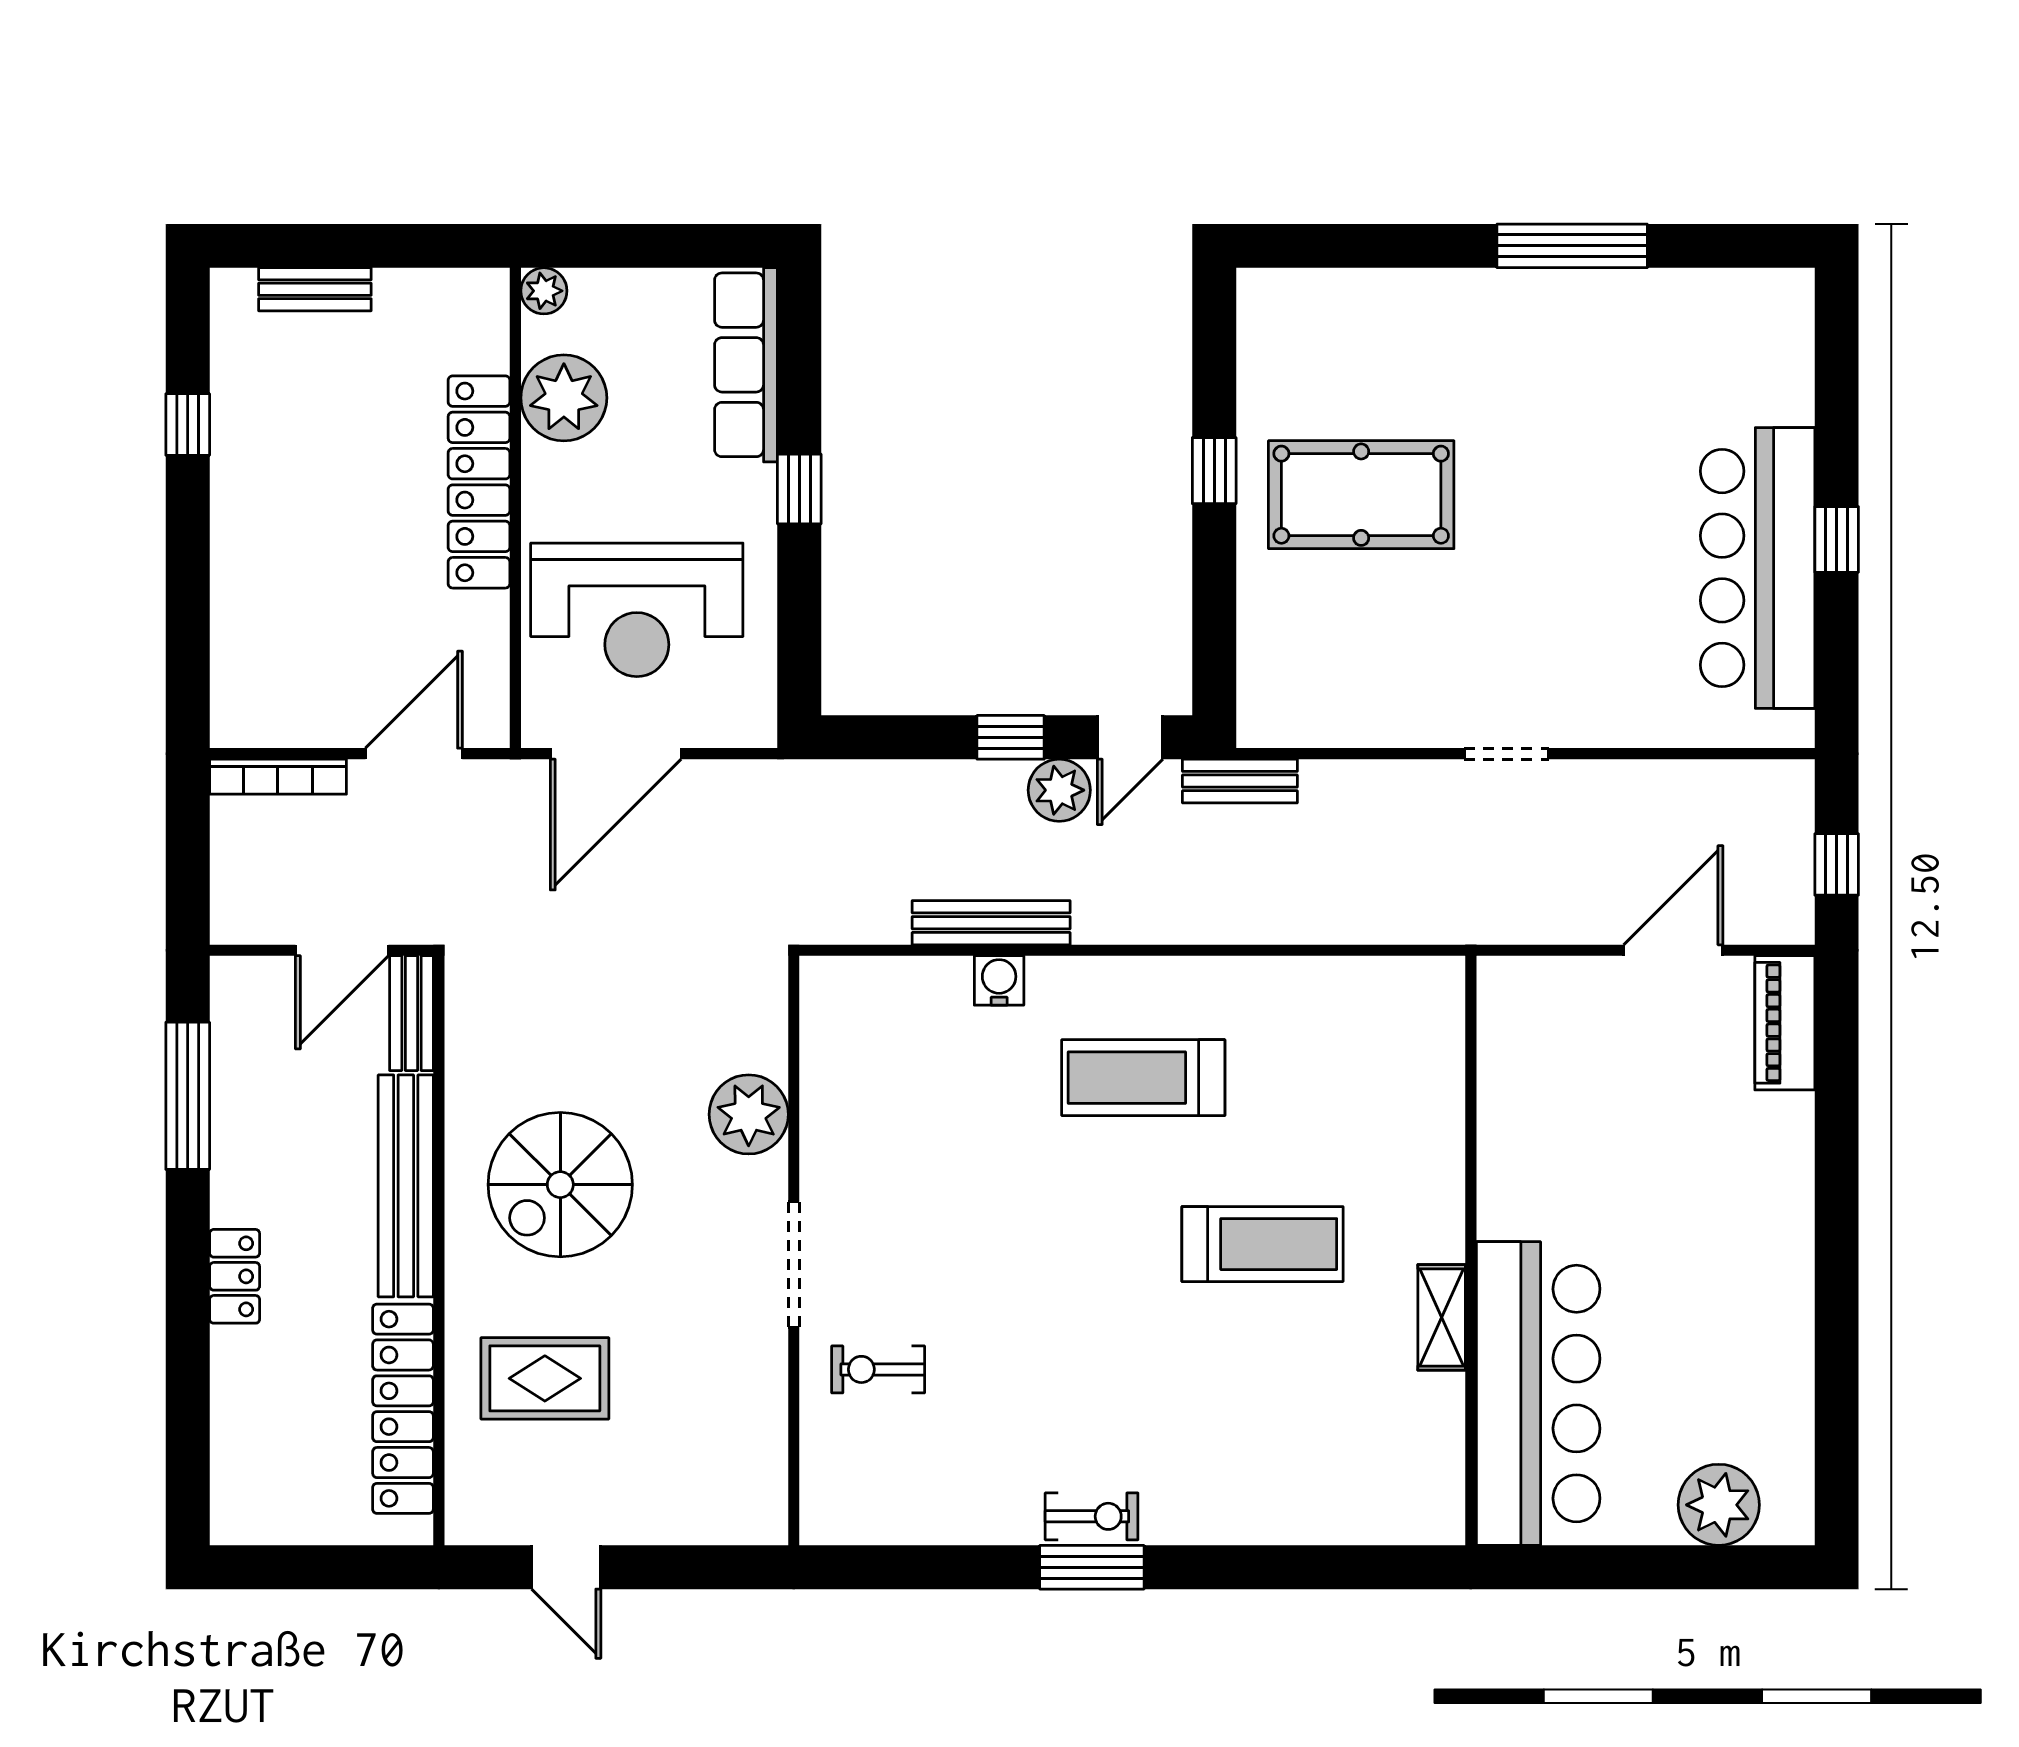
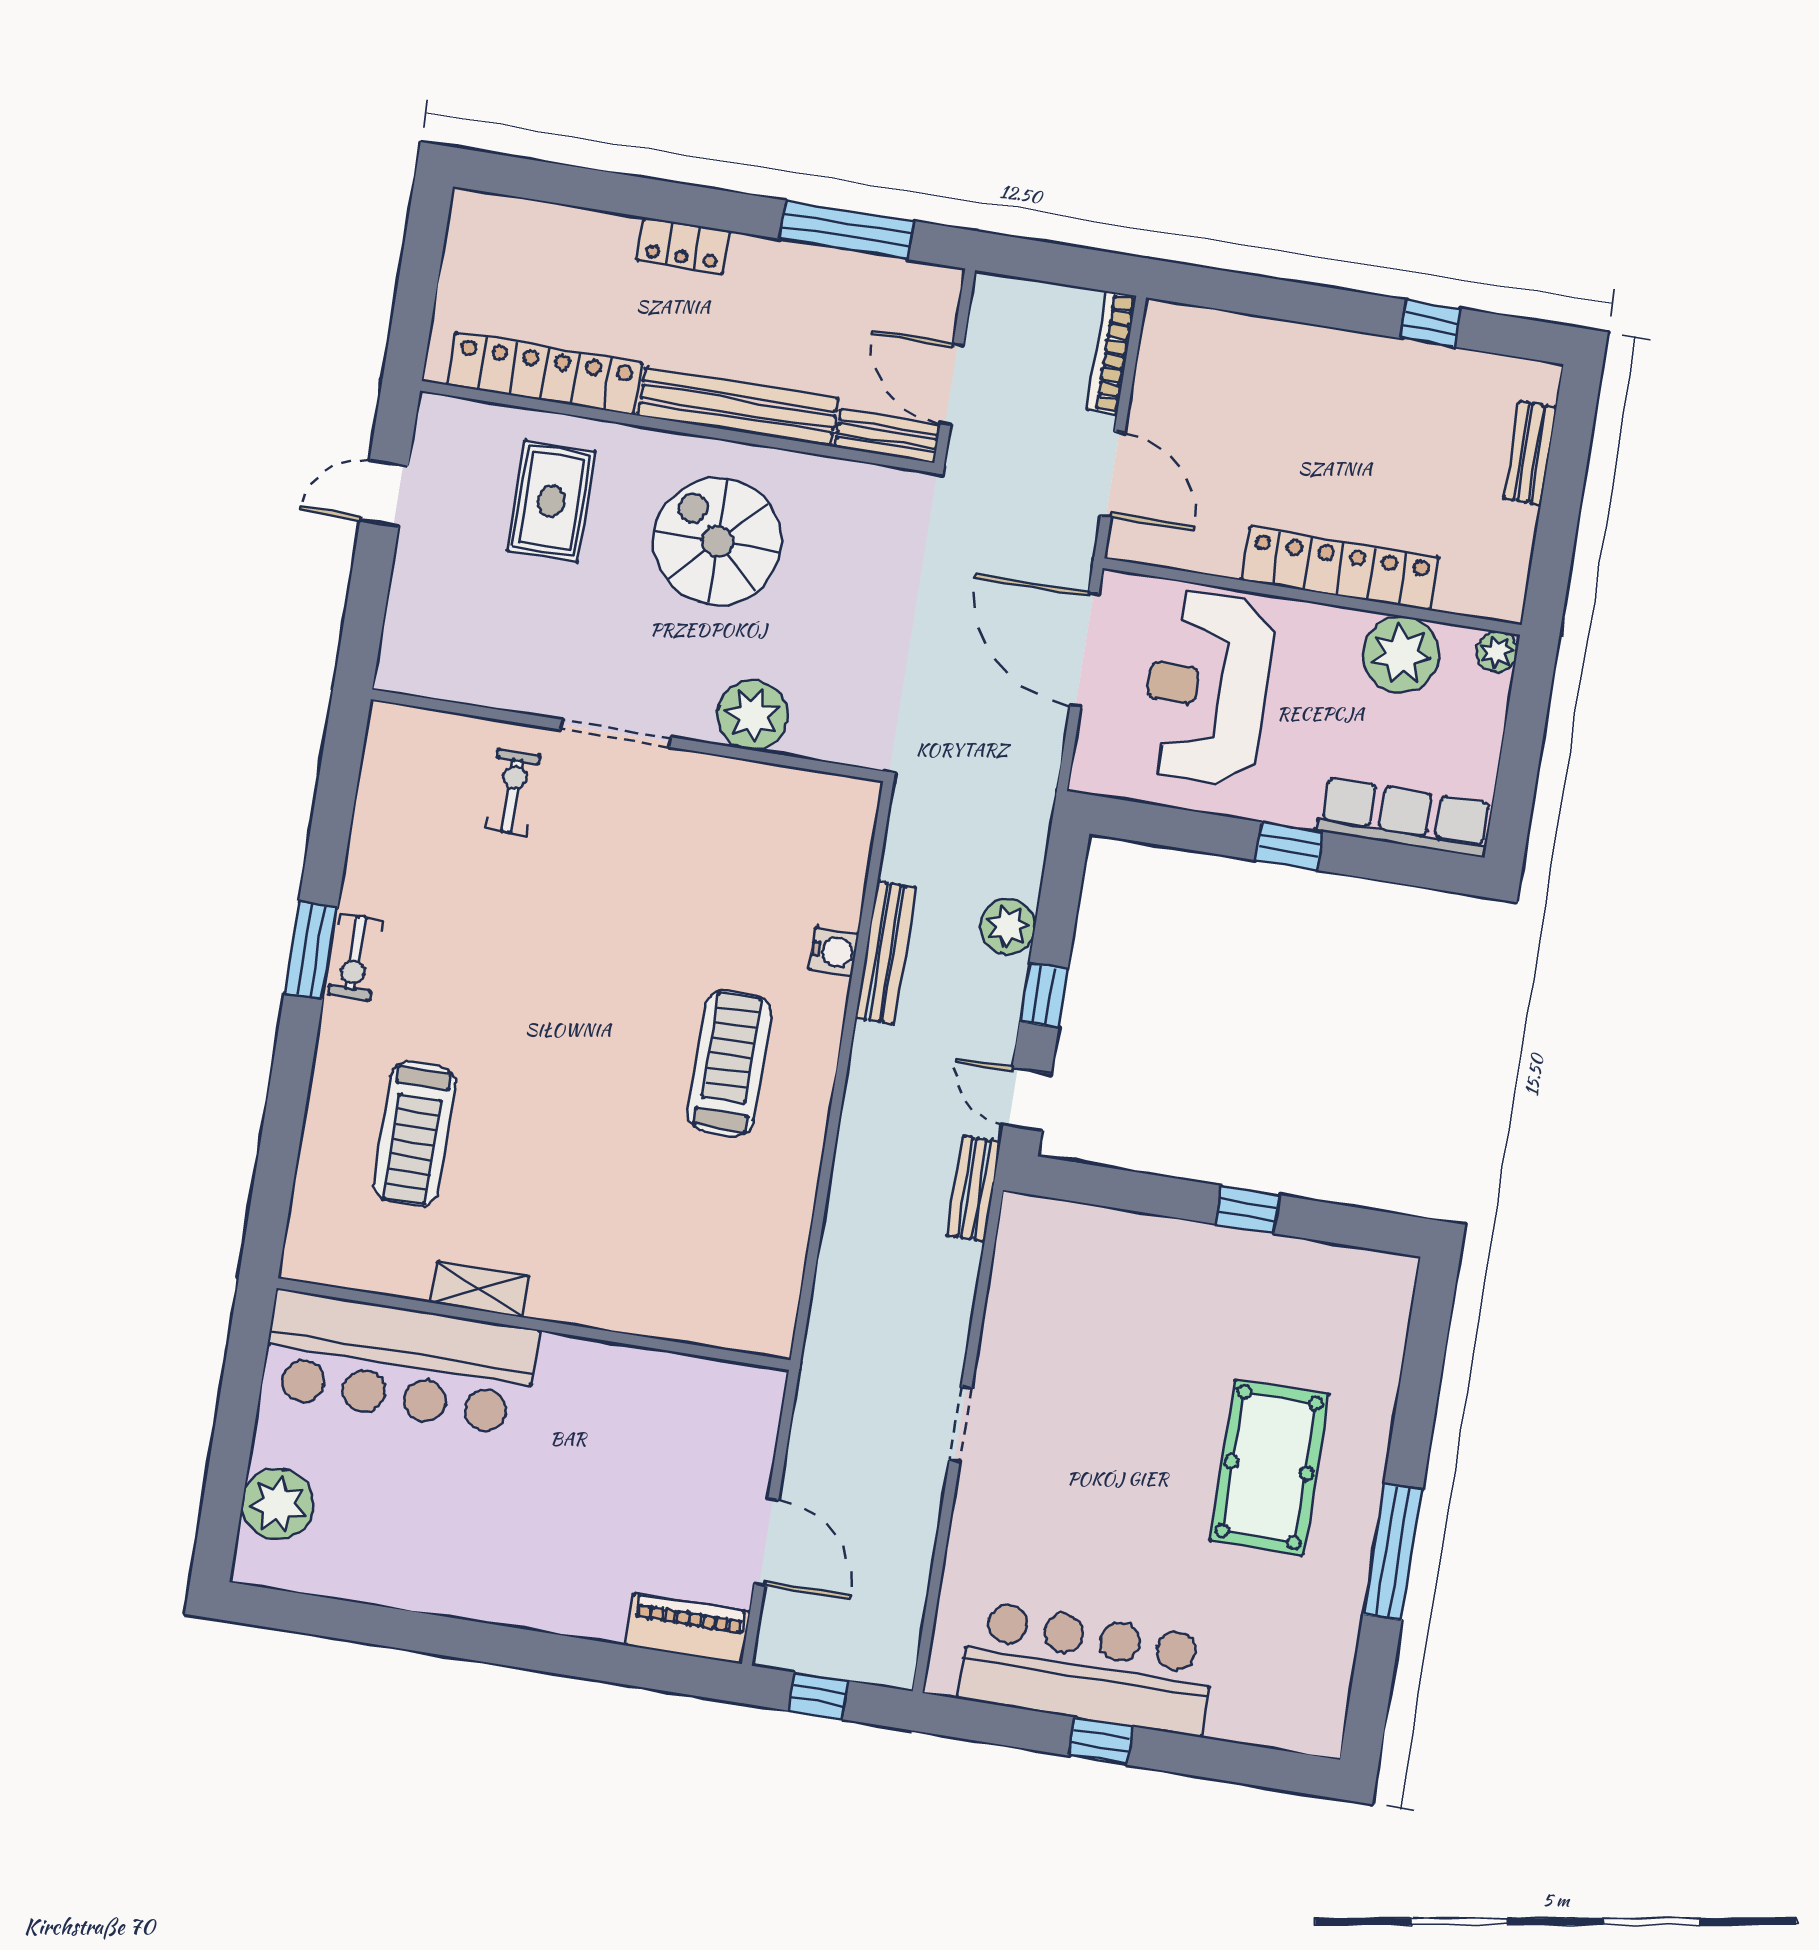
pool table: (1361, 495) -> (1269, 1467), moved
plant: (1059, 790) -> (1008, 926), moved
treadmill: (1263, 1244) -> (415, 1134), moved

